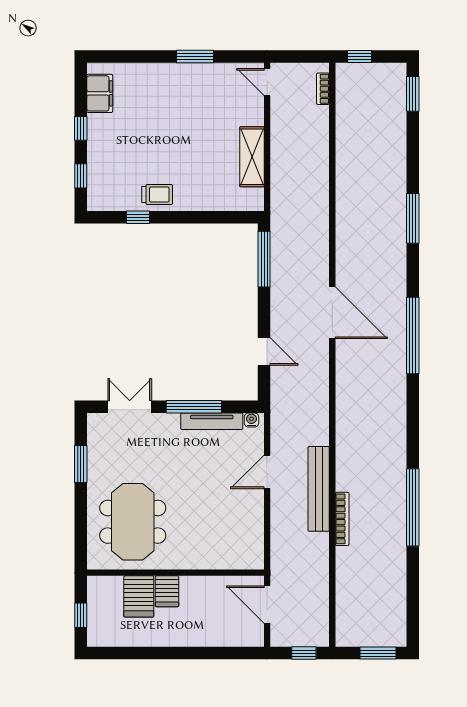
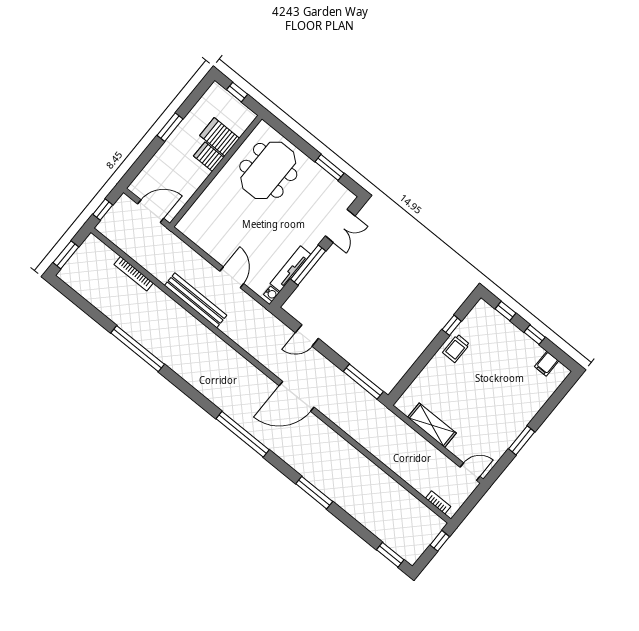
filing cabinet: (100, 93) -> (547, 364), width x0.50
bookcase: (342, 519) -> (134, 274), moved
meeting table: (133, 522) -> (268, 170), turned 90
window: (169, 653) -> (170, 127), added

